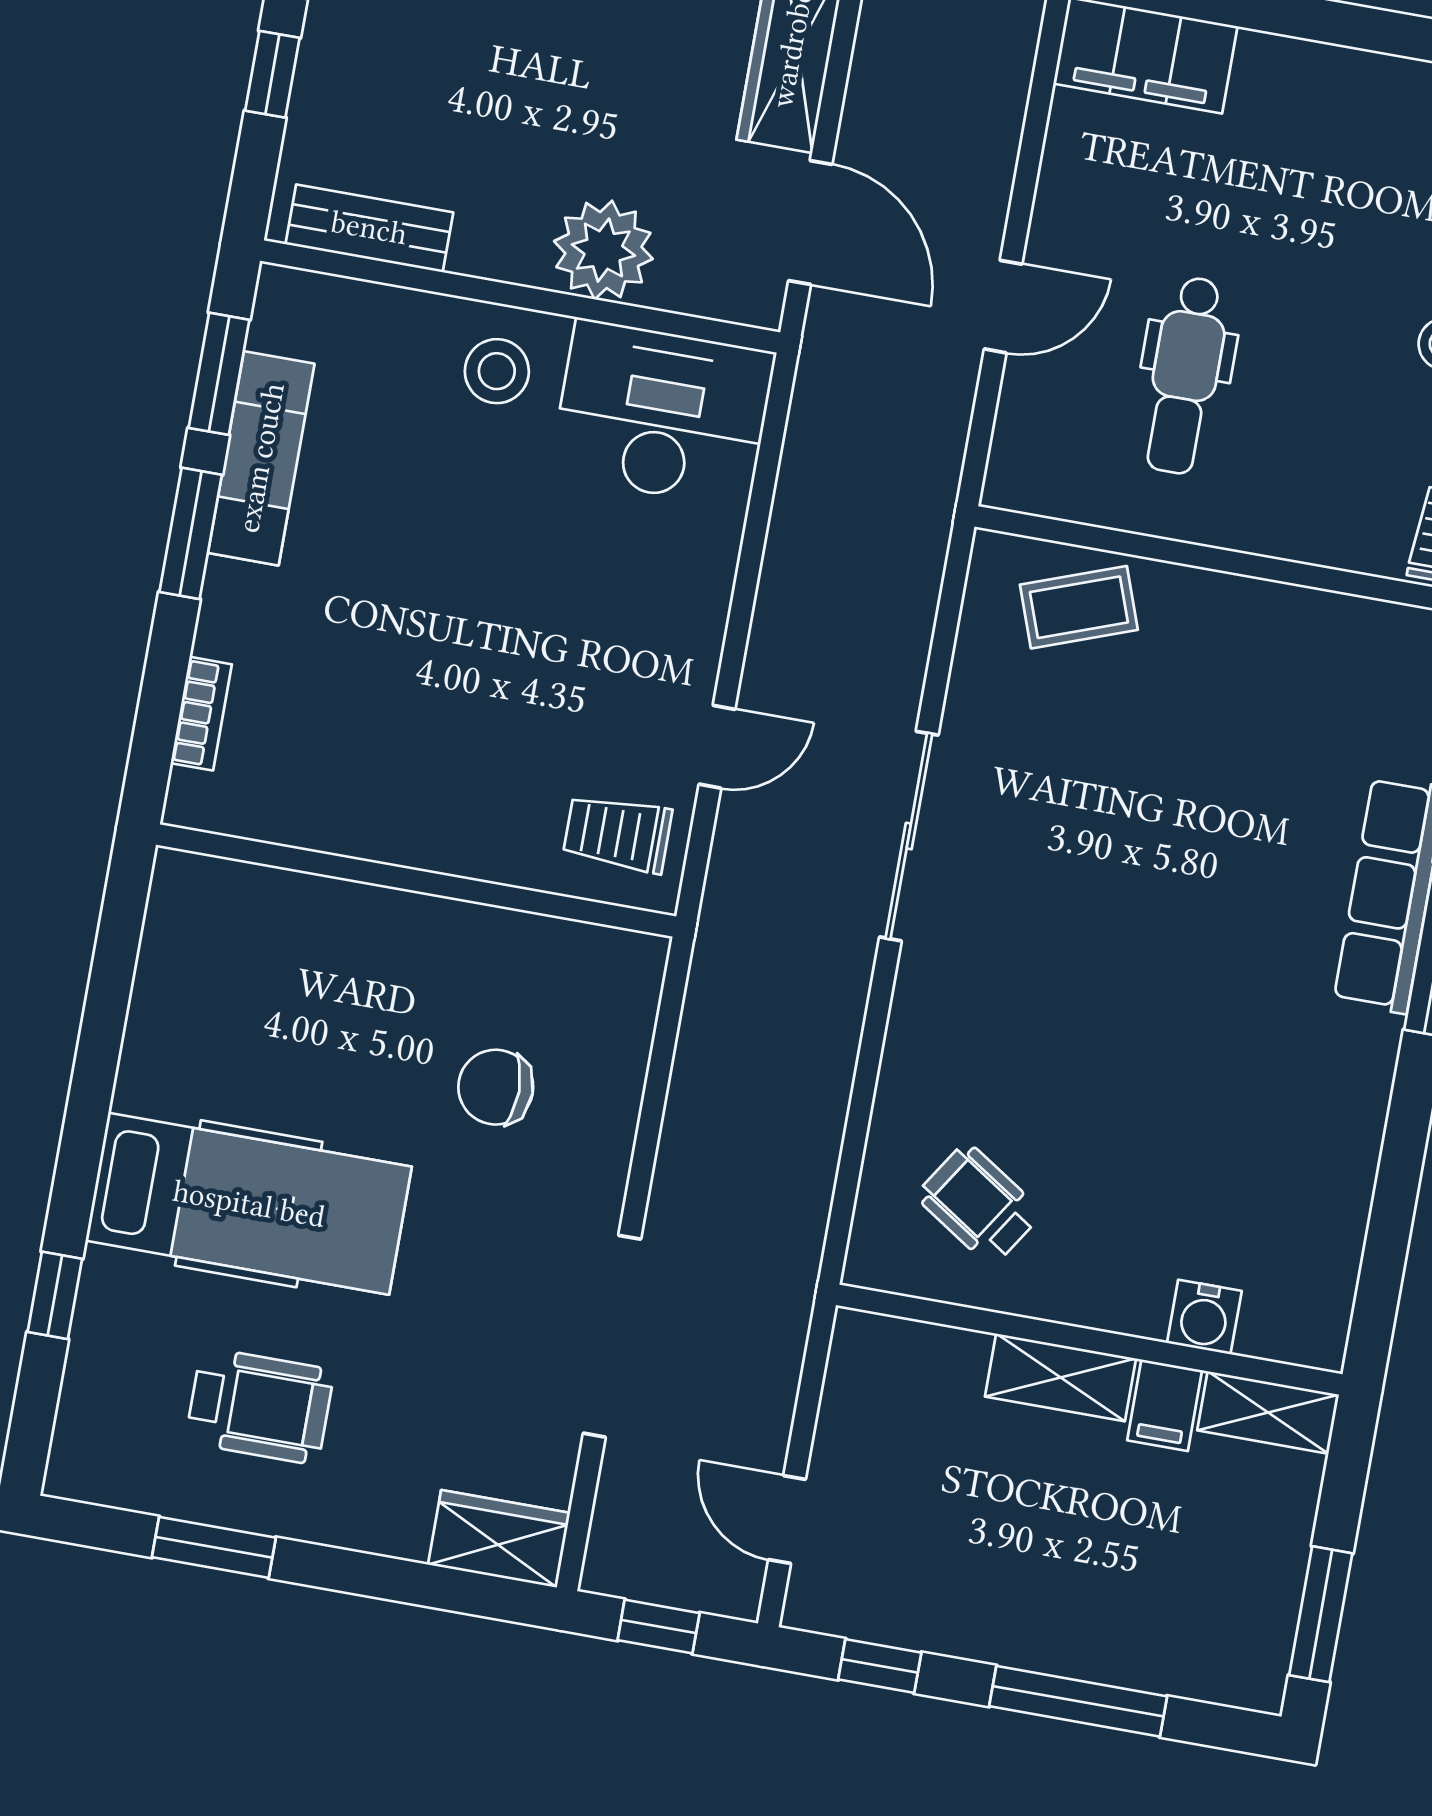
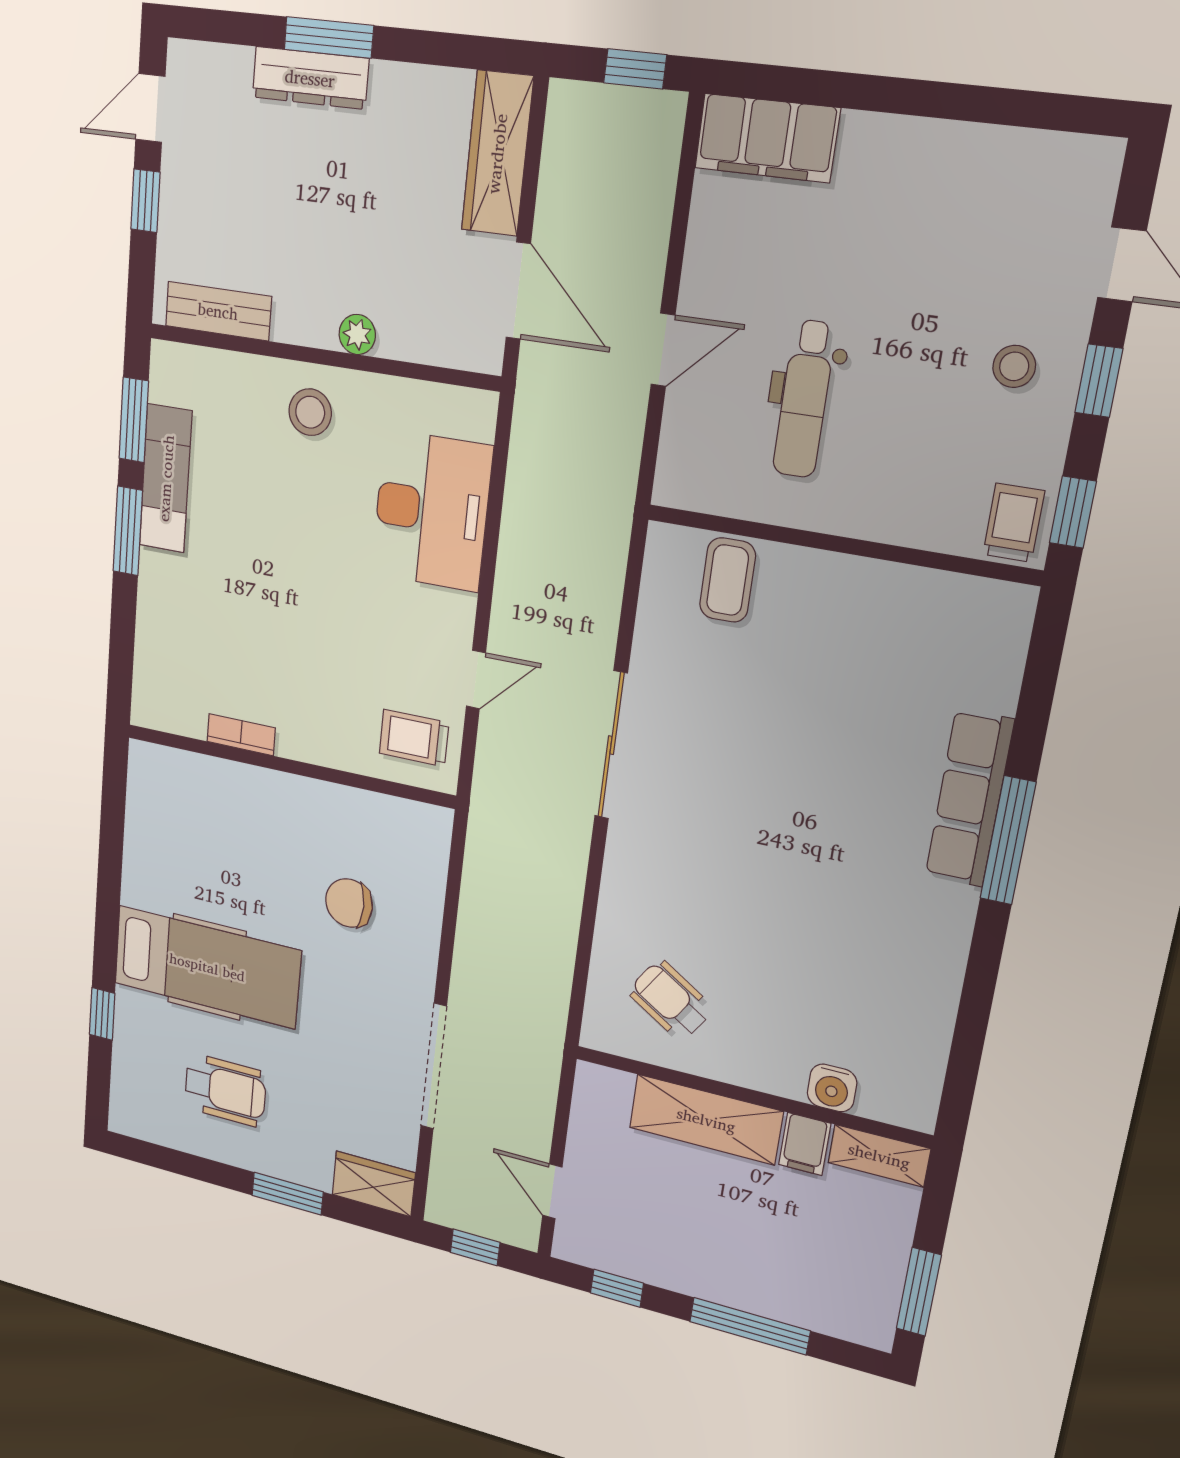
plant: (603, 250) -> (357, 334), width x0.53, depth x0.53
desk: (662, 414) -> (432, 511), moved, turned 90
coffee table: (1079, 607) -> (728, 580), turned -70
bookcase: (201, 714) -> (241, 735), moved, turned -90
shelving: (1060, 1377) -> (706, 1120), width x1.50, depth x1.33
window: (214, 1547) -> (288, 1194), moved

